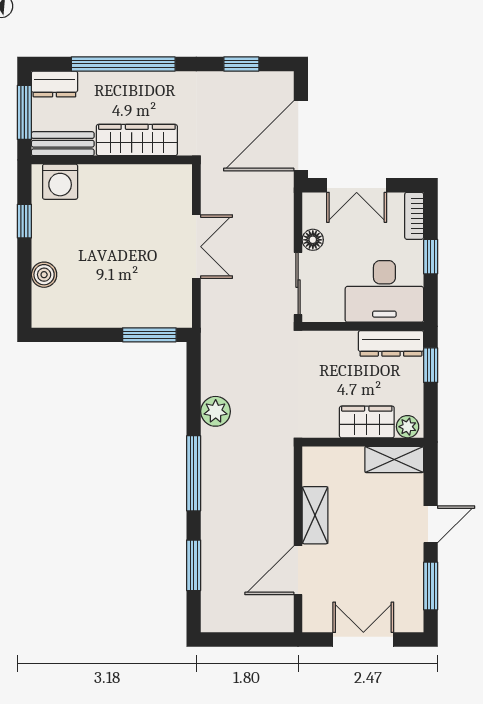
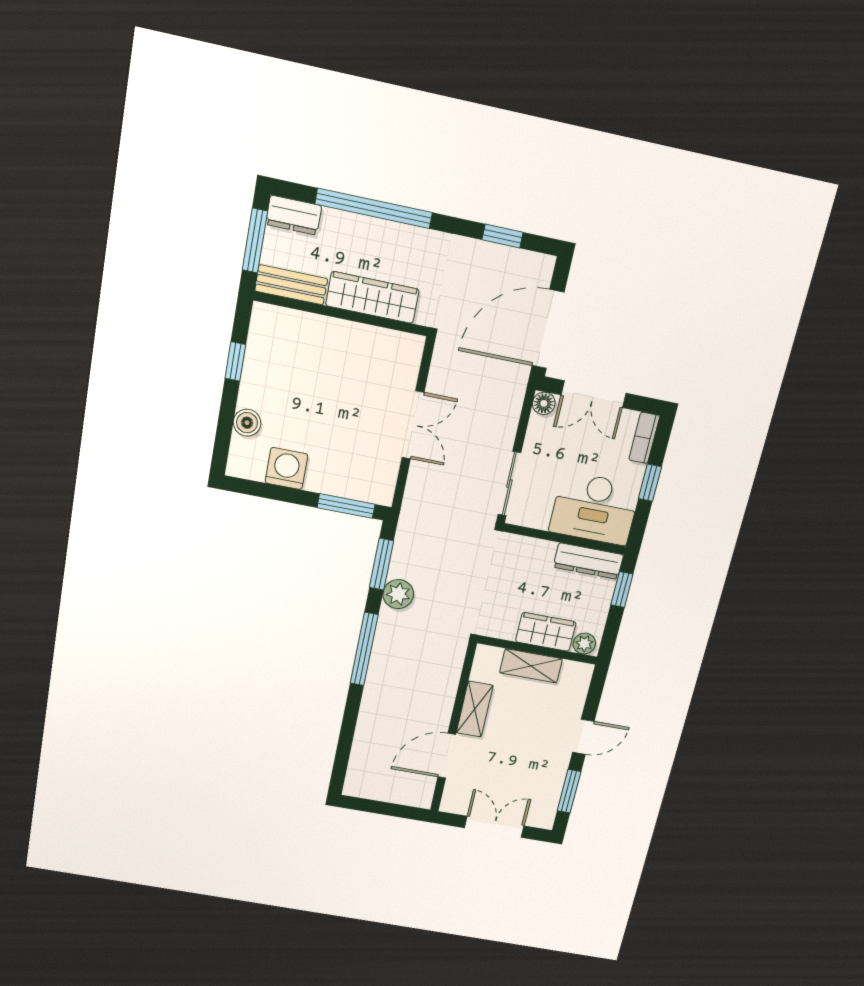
washing machine: (60, 182) -> (286, 469), moved, turned 180
floor lamp: (313, 240) -> (544, 403), moved
shelving: (394, 459) -> (531, 666), moved
window: (194, 565) -> (381, 564), moved

